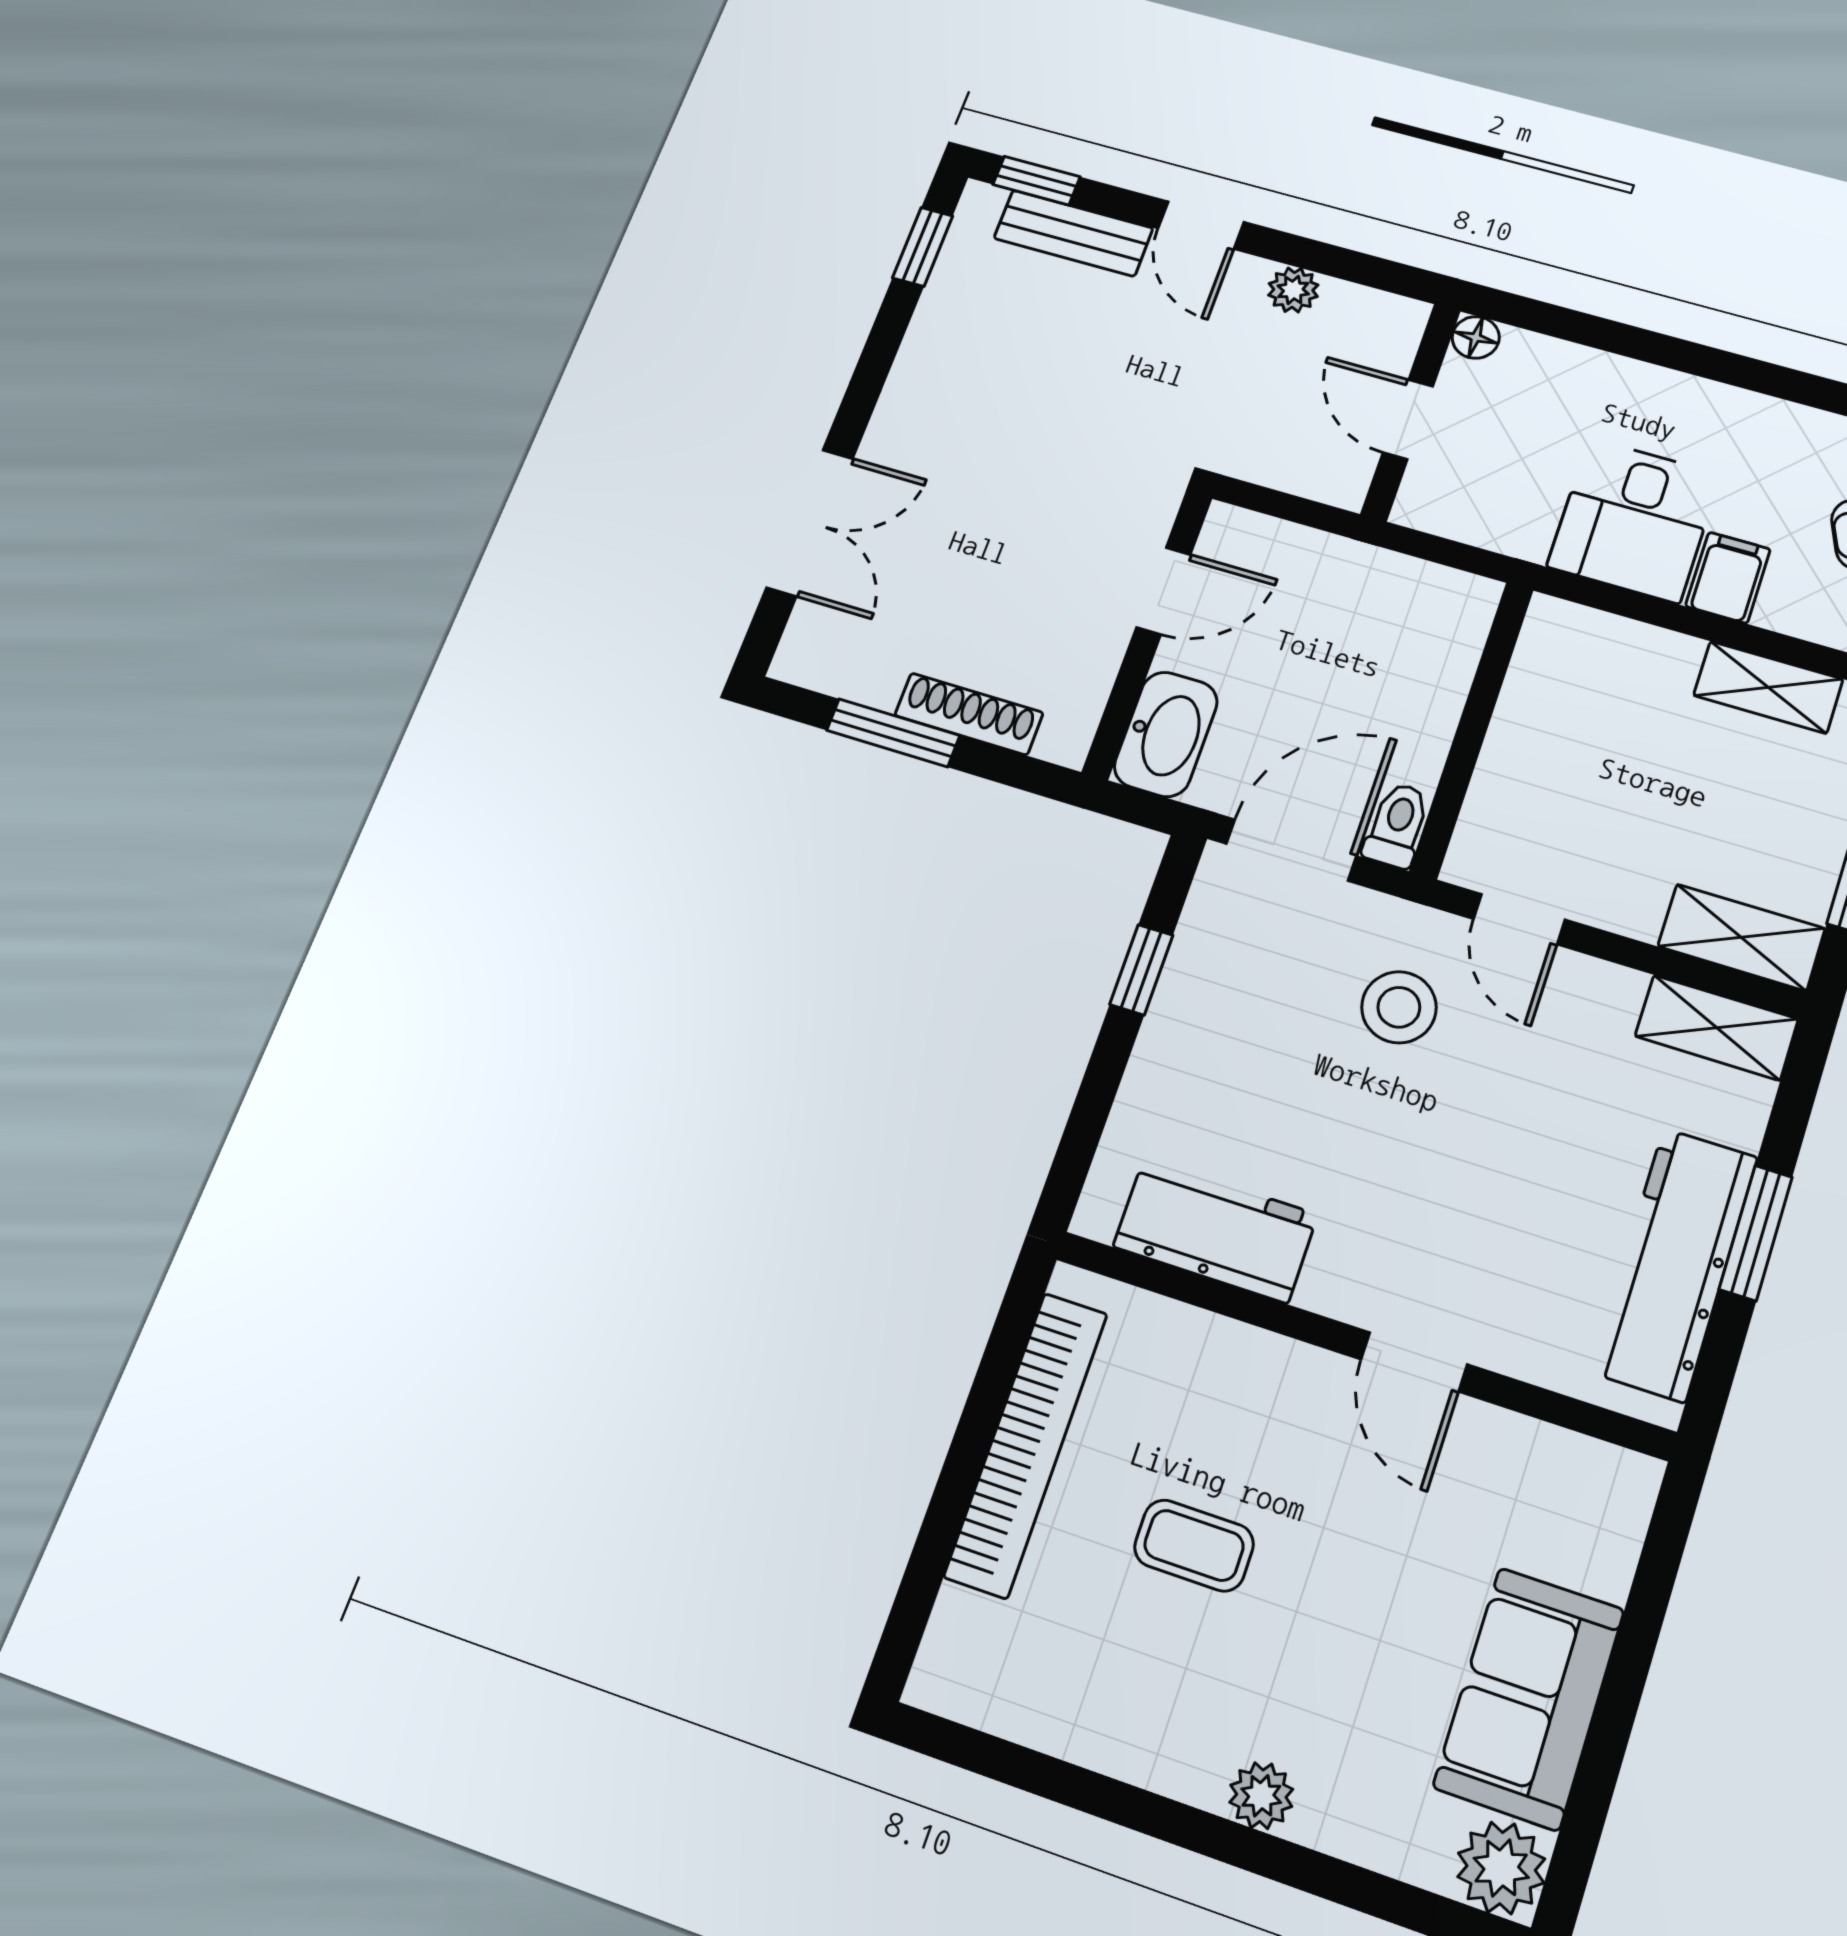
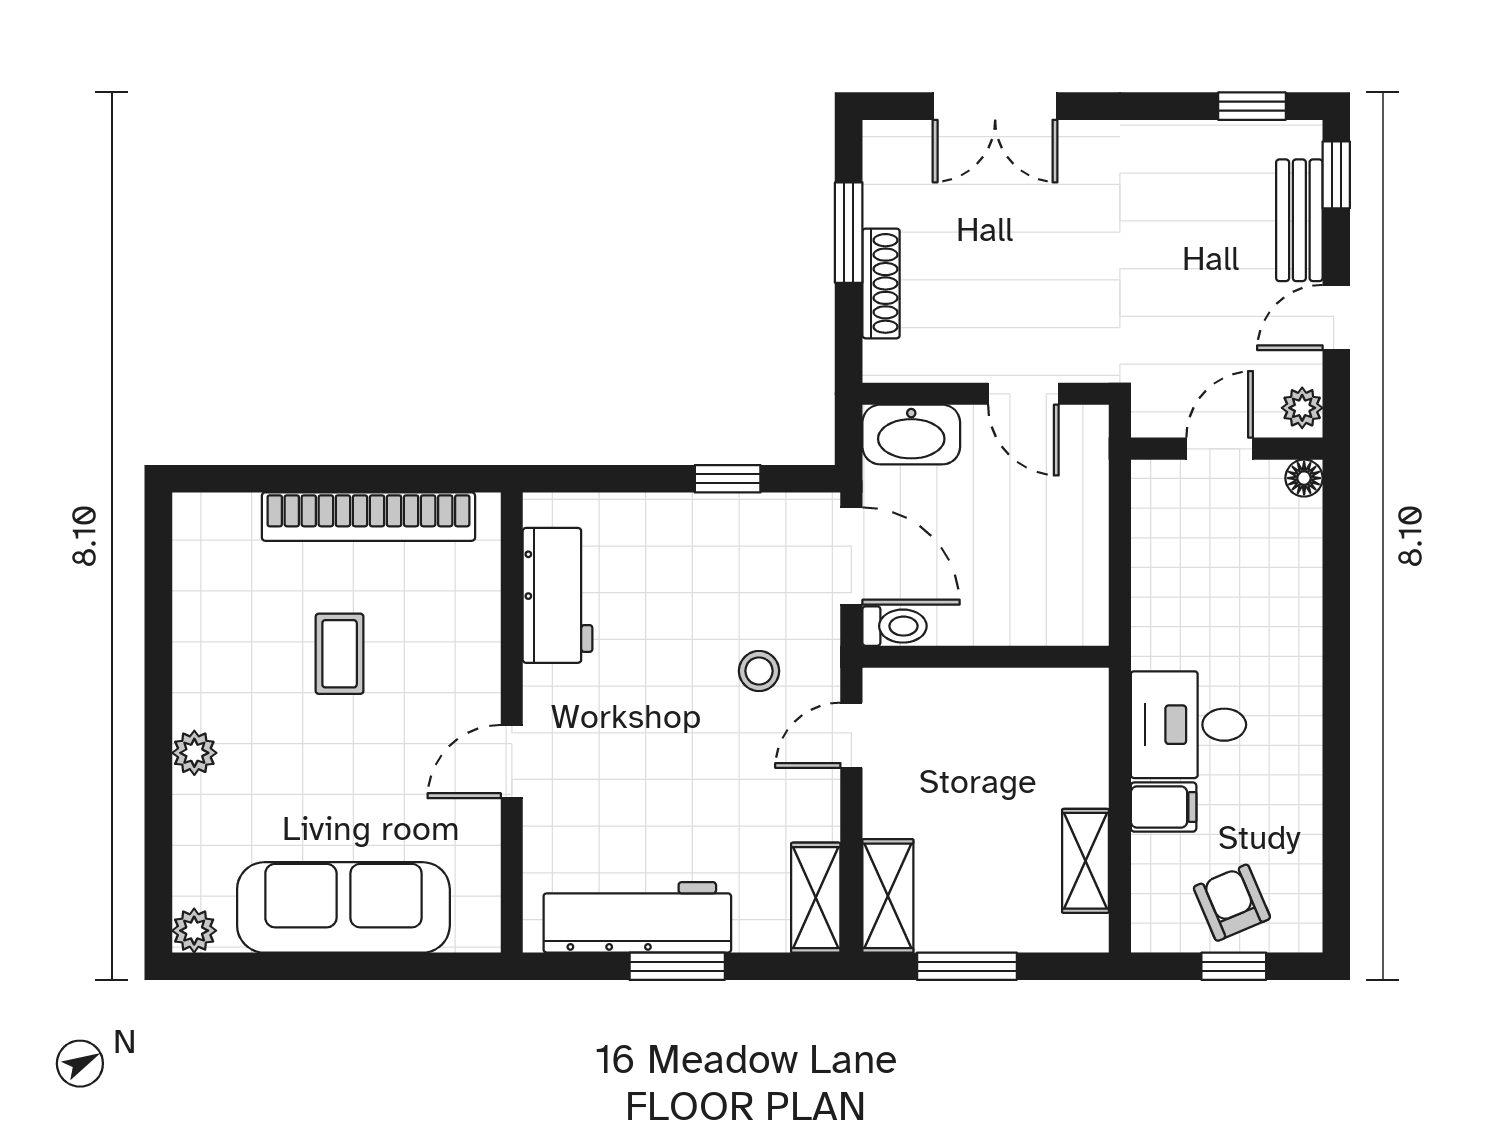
floor lamp: (1476, 337) -> (1304, 478), moved
wall: (1411, 412) -> (1227, 449), moved
door: (1408, 419) -> (1220, 449), moved
stool: (1399, 1007) -> (759, 671), width x0.73, depth x0.73
sofa: (1529, 1698) -> (343, 907), width x1.36
plant: (1501, 1868) -> (194, 931), width x0.73, depth x0.73

